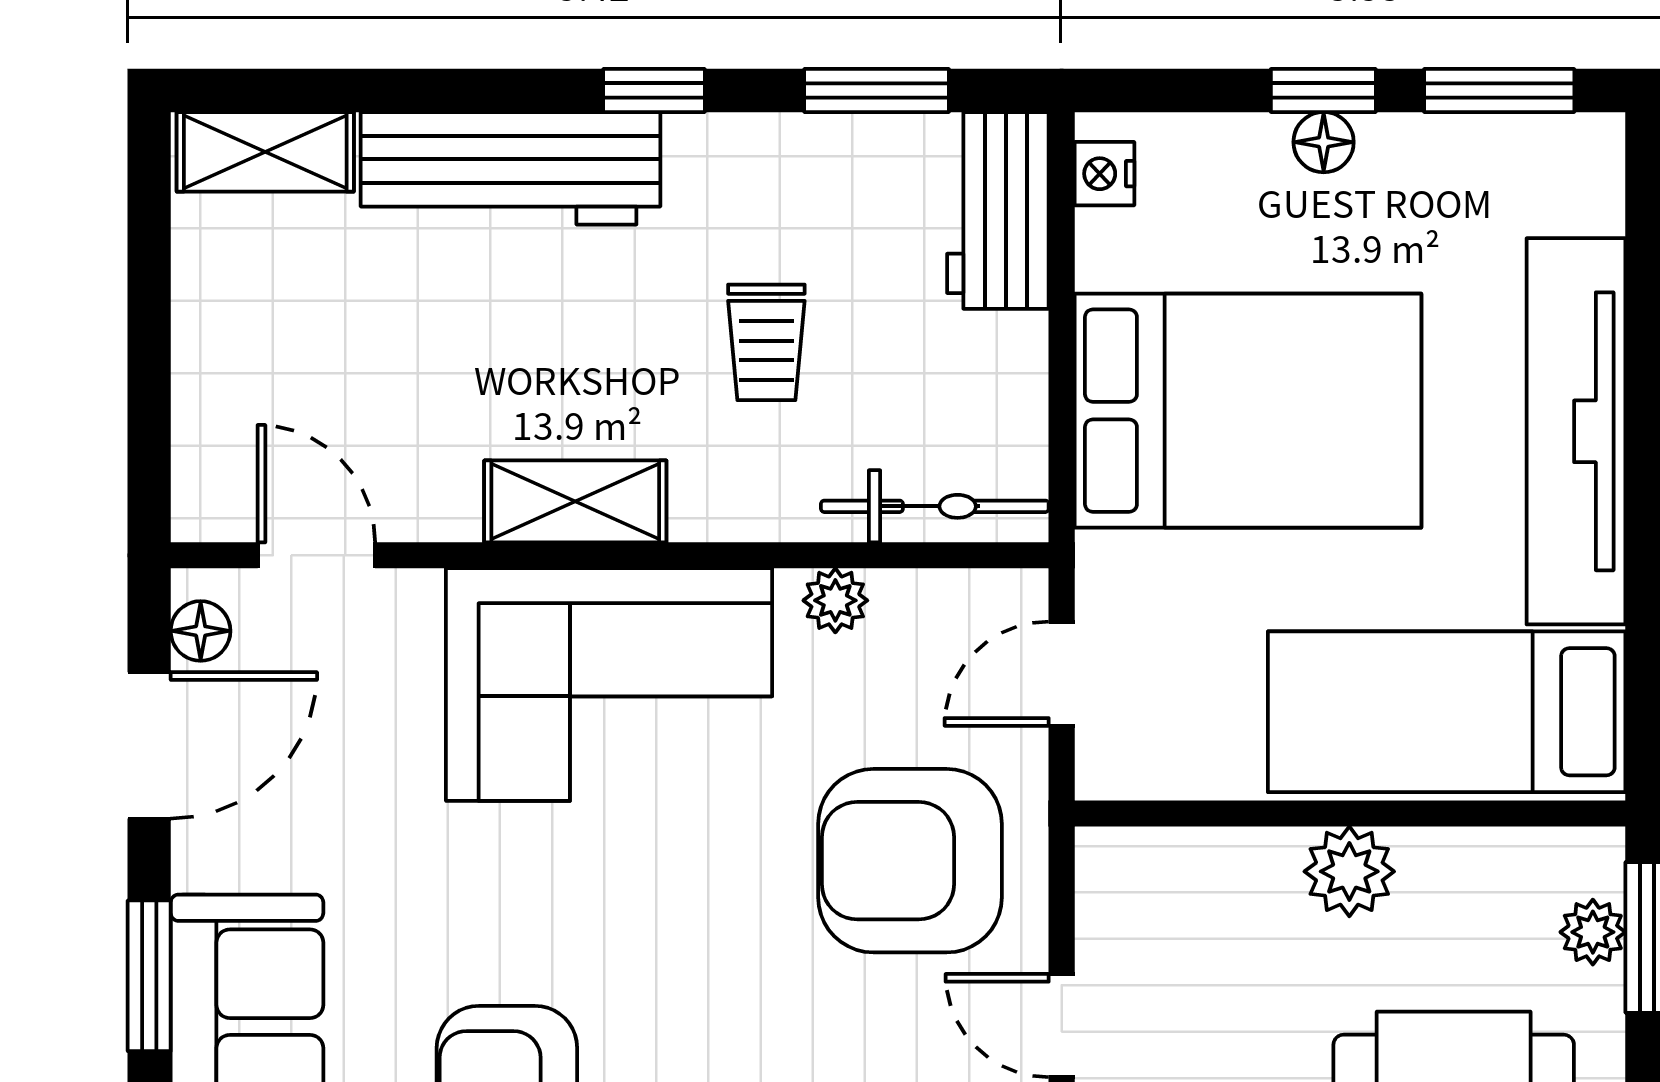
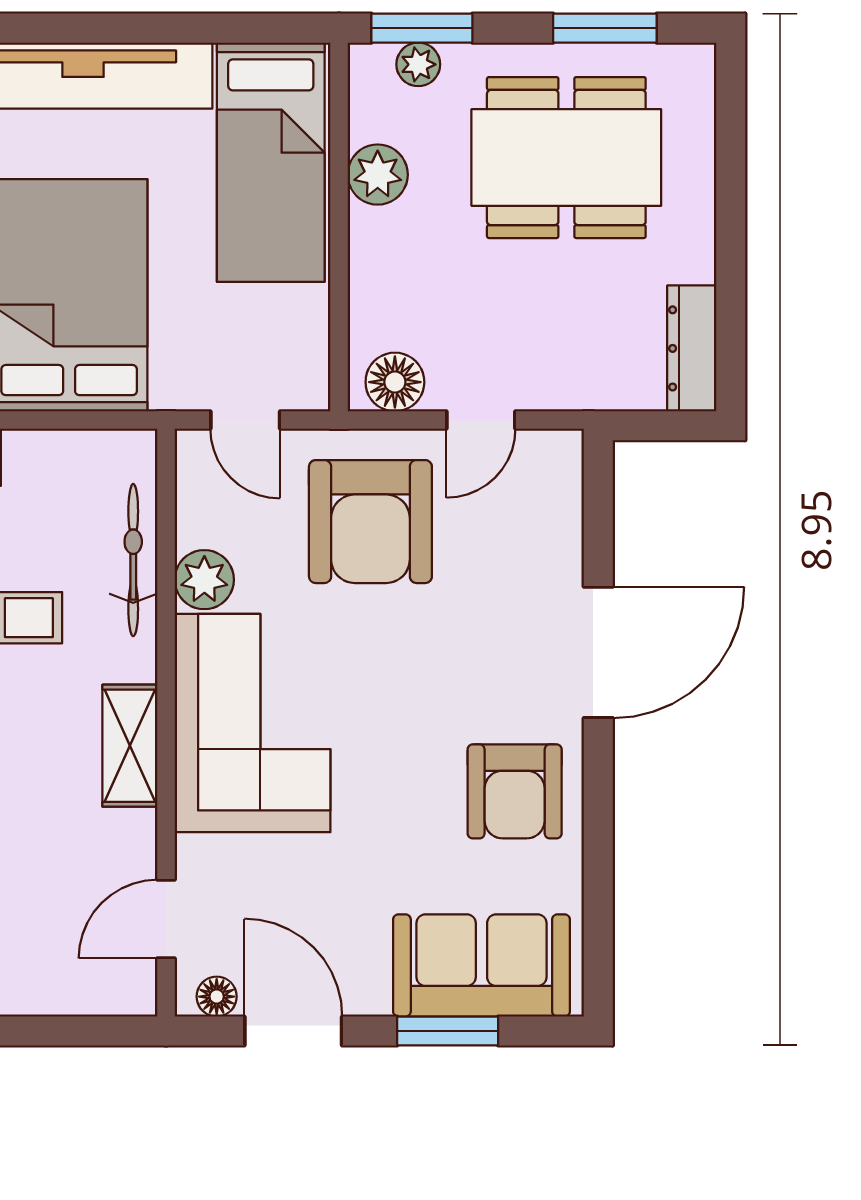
bicycle: (935, 506) -> (133, 560), moved
plant: (835, 600) -> (204, 580), width x1.38, depth x1.38
plant: (1349, 871) -> (378, 175), moved
floor lamp: (1118, 897) -> (395, 382), added

